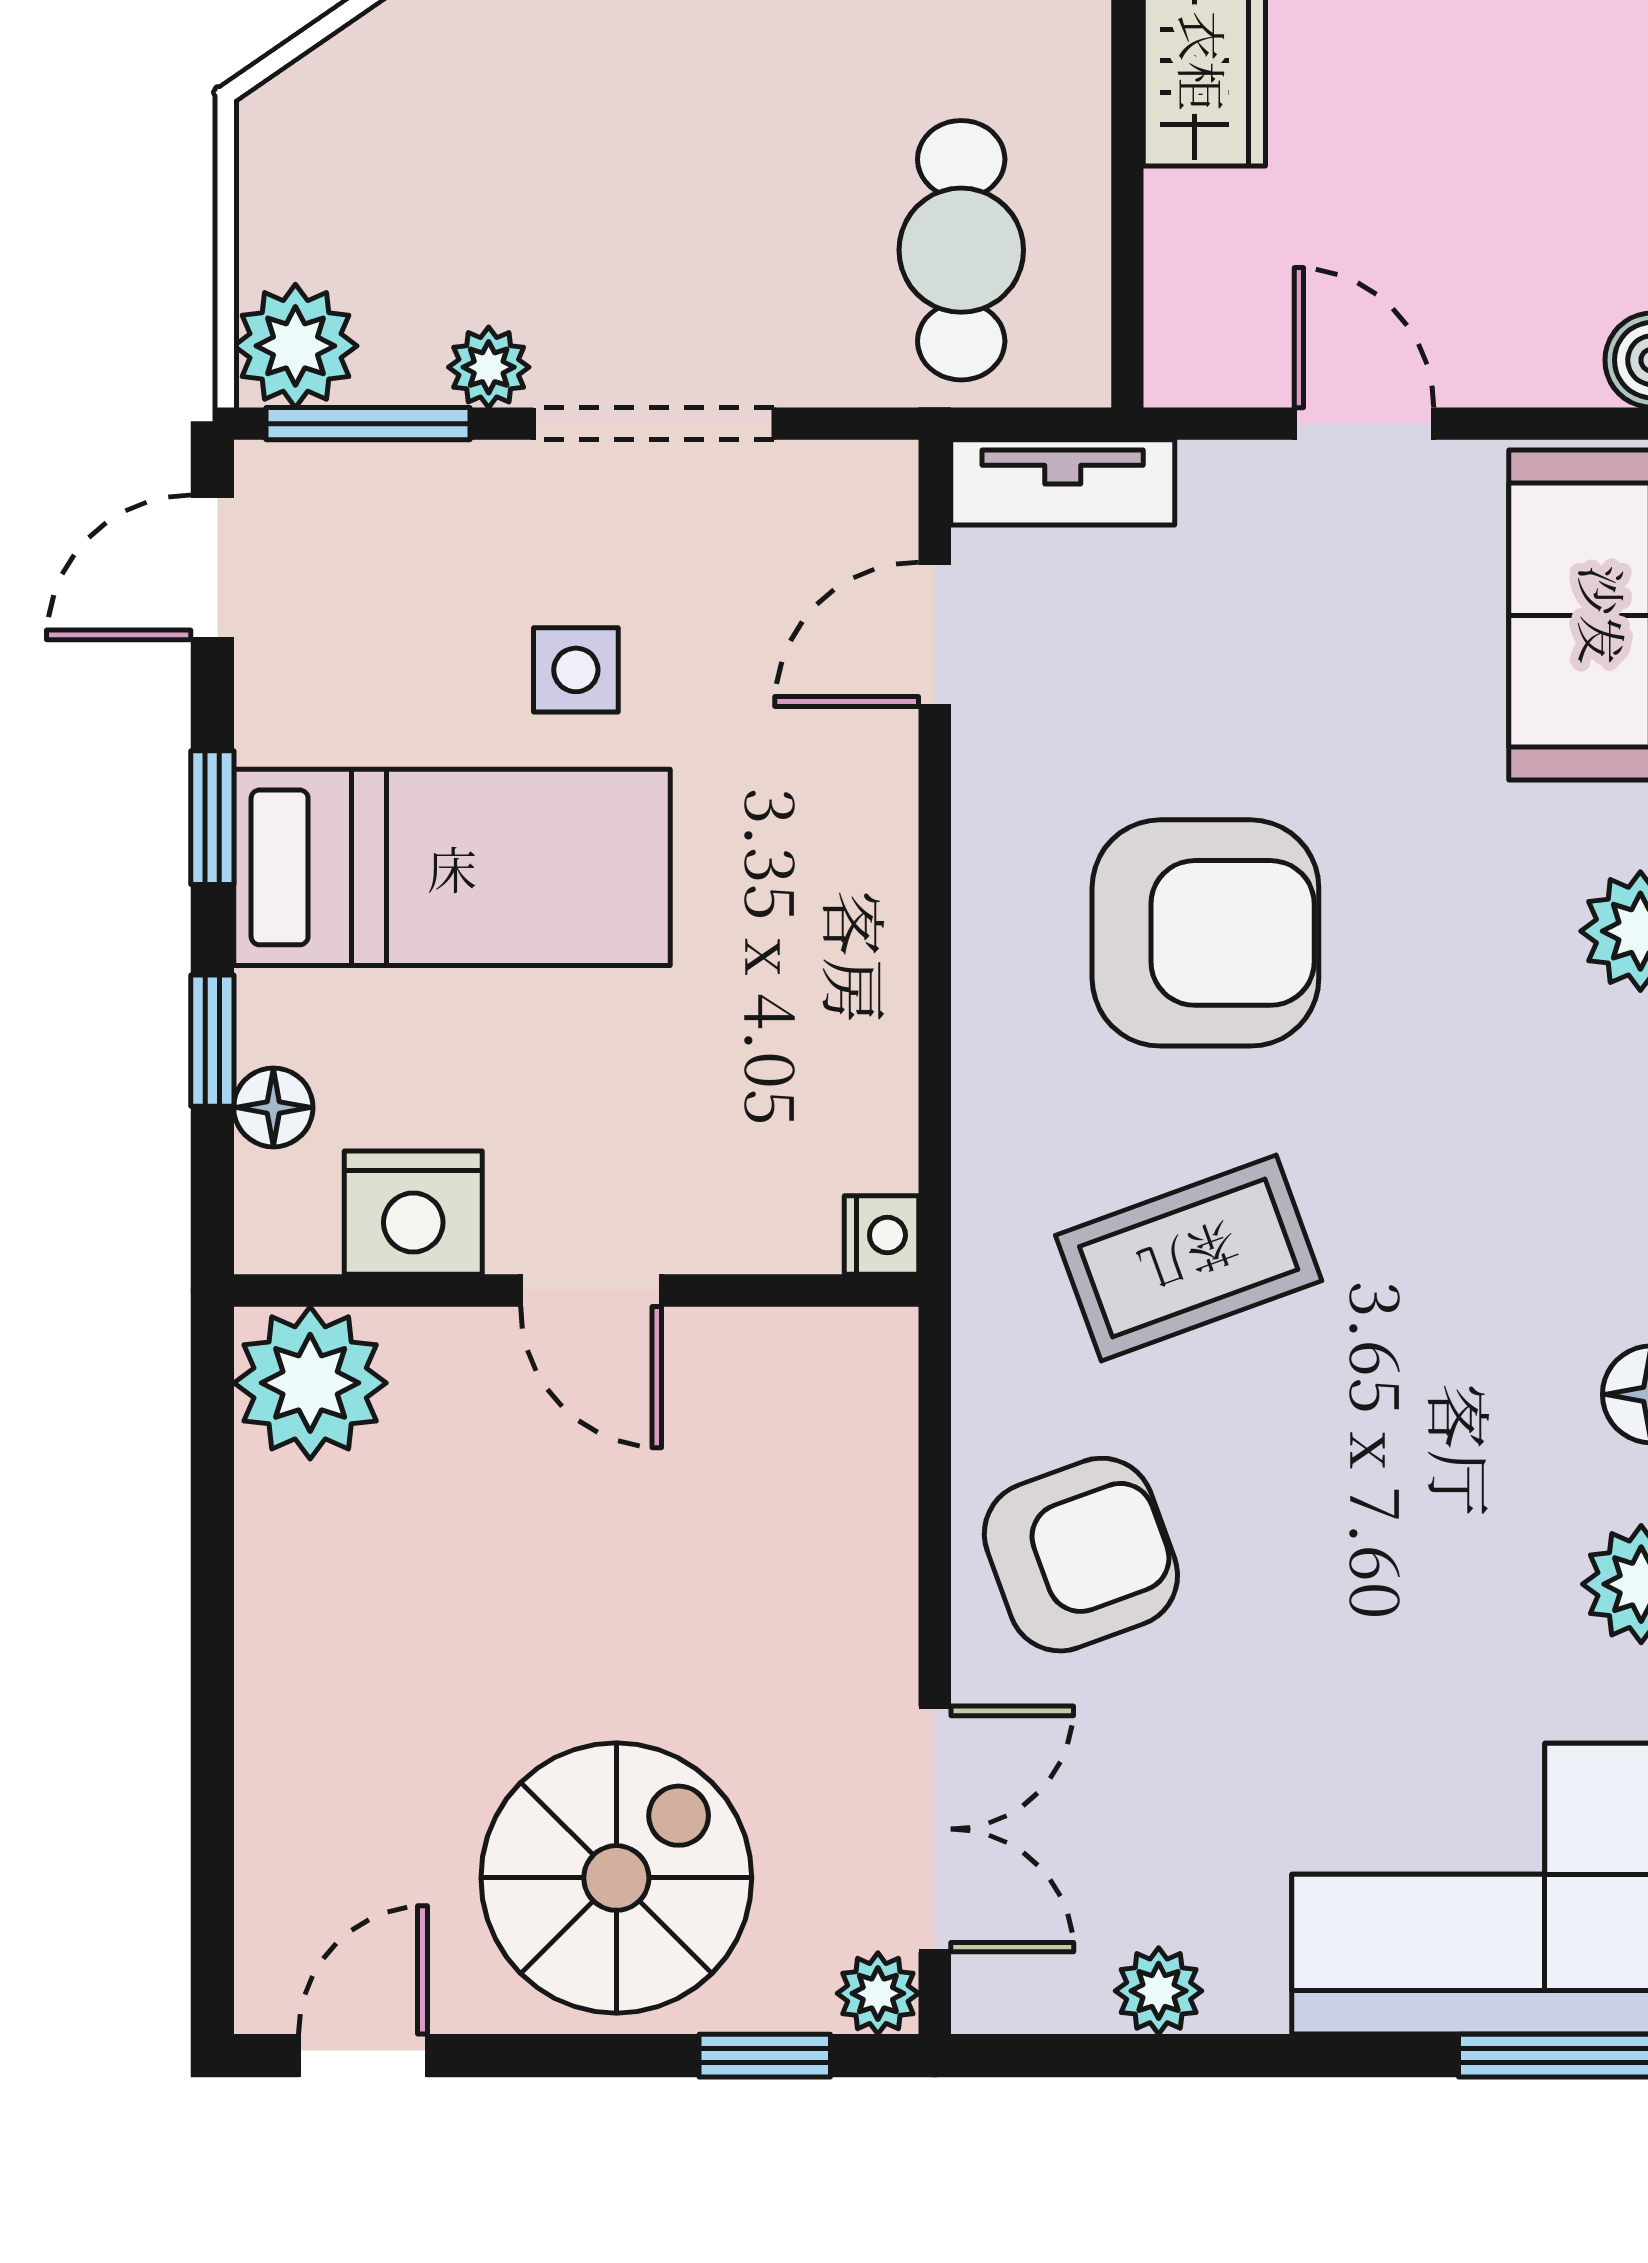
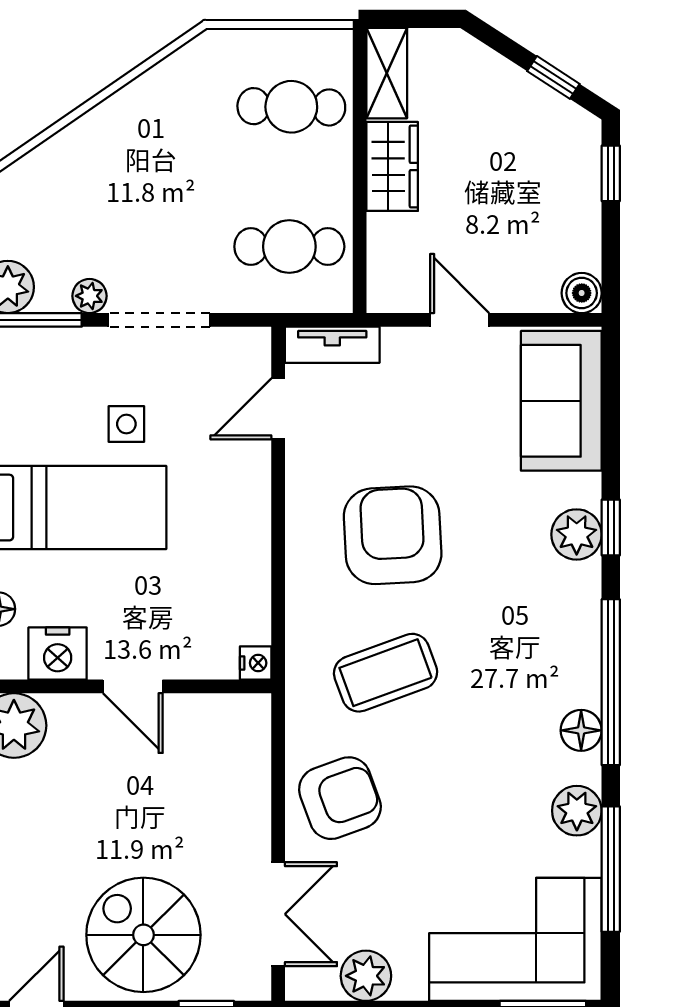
cafe table: (961, 250) -> (289, 247), turned 90
armchair: (1205, 933) -> (393, 535), turned -93
spiral stairs: (616, 1878) -> (143, 935), turned -90
plant: (1159, 1991) -> (366, 976), width x1.38, depth x1.38
plant: (878, 1993) -> (254, 984), removed

